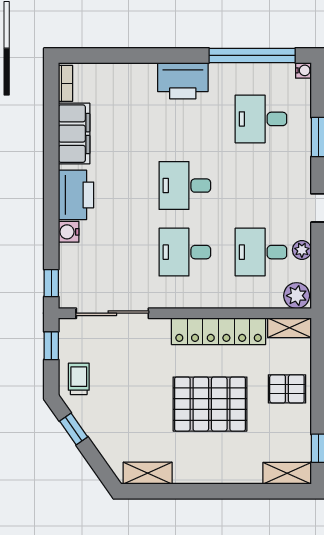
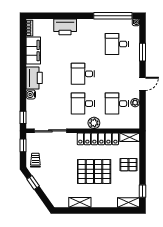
printer: (183, 81) -> (65, 27), moved
plant: (297, 296) -> (94, 123), moved
shelving: (148, 473) -> (80, 202), moved

